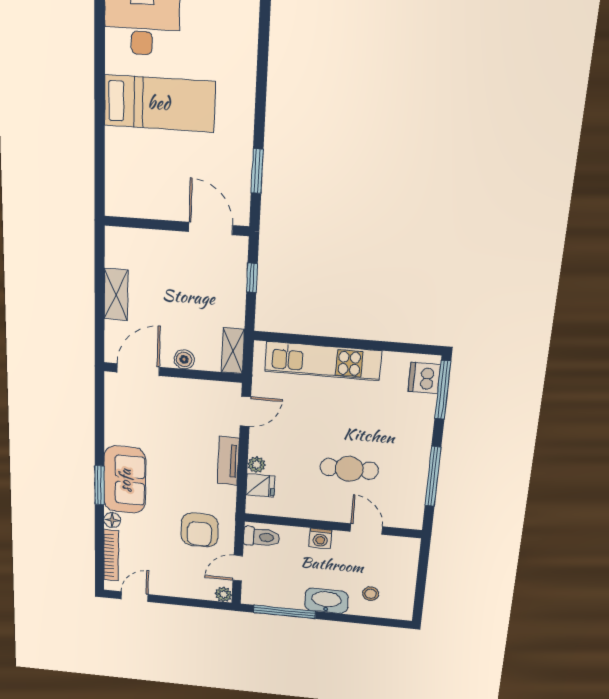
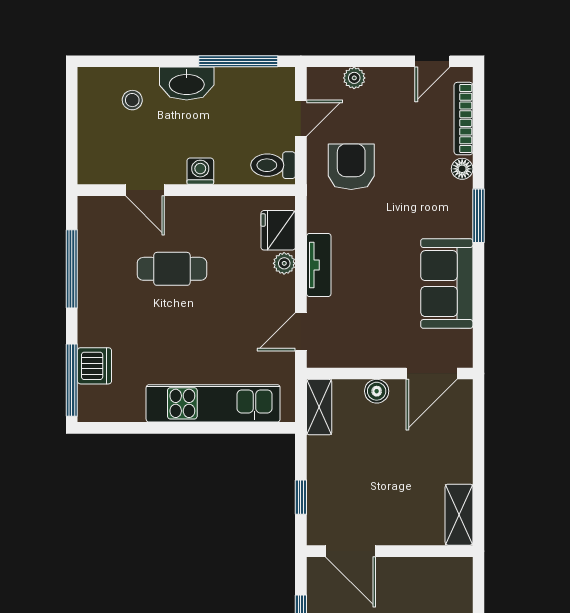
shelving: (116, 294) -> (459, 515), moved
dishwasher: (424, 378) -> (94, 366), moved
sofa: (125, 480) -> (447, 284), moved
fridge: (260, 485) -> (278, 230), width x1.38
plant: (223, 594) -> (354, 78), moved

